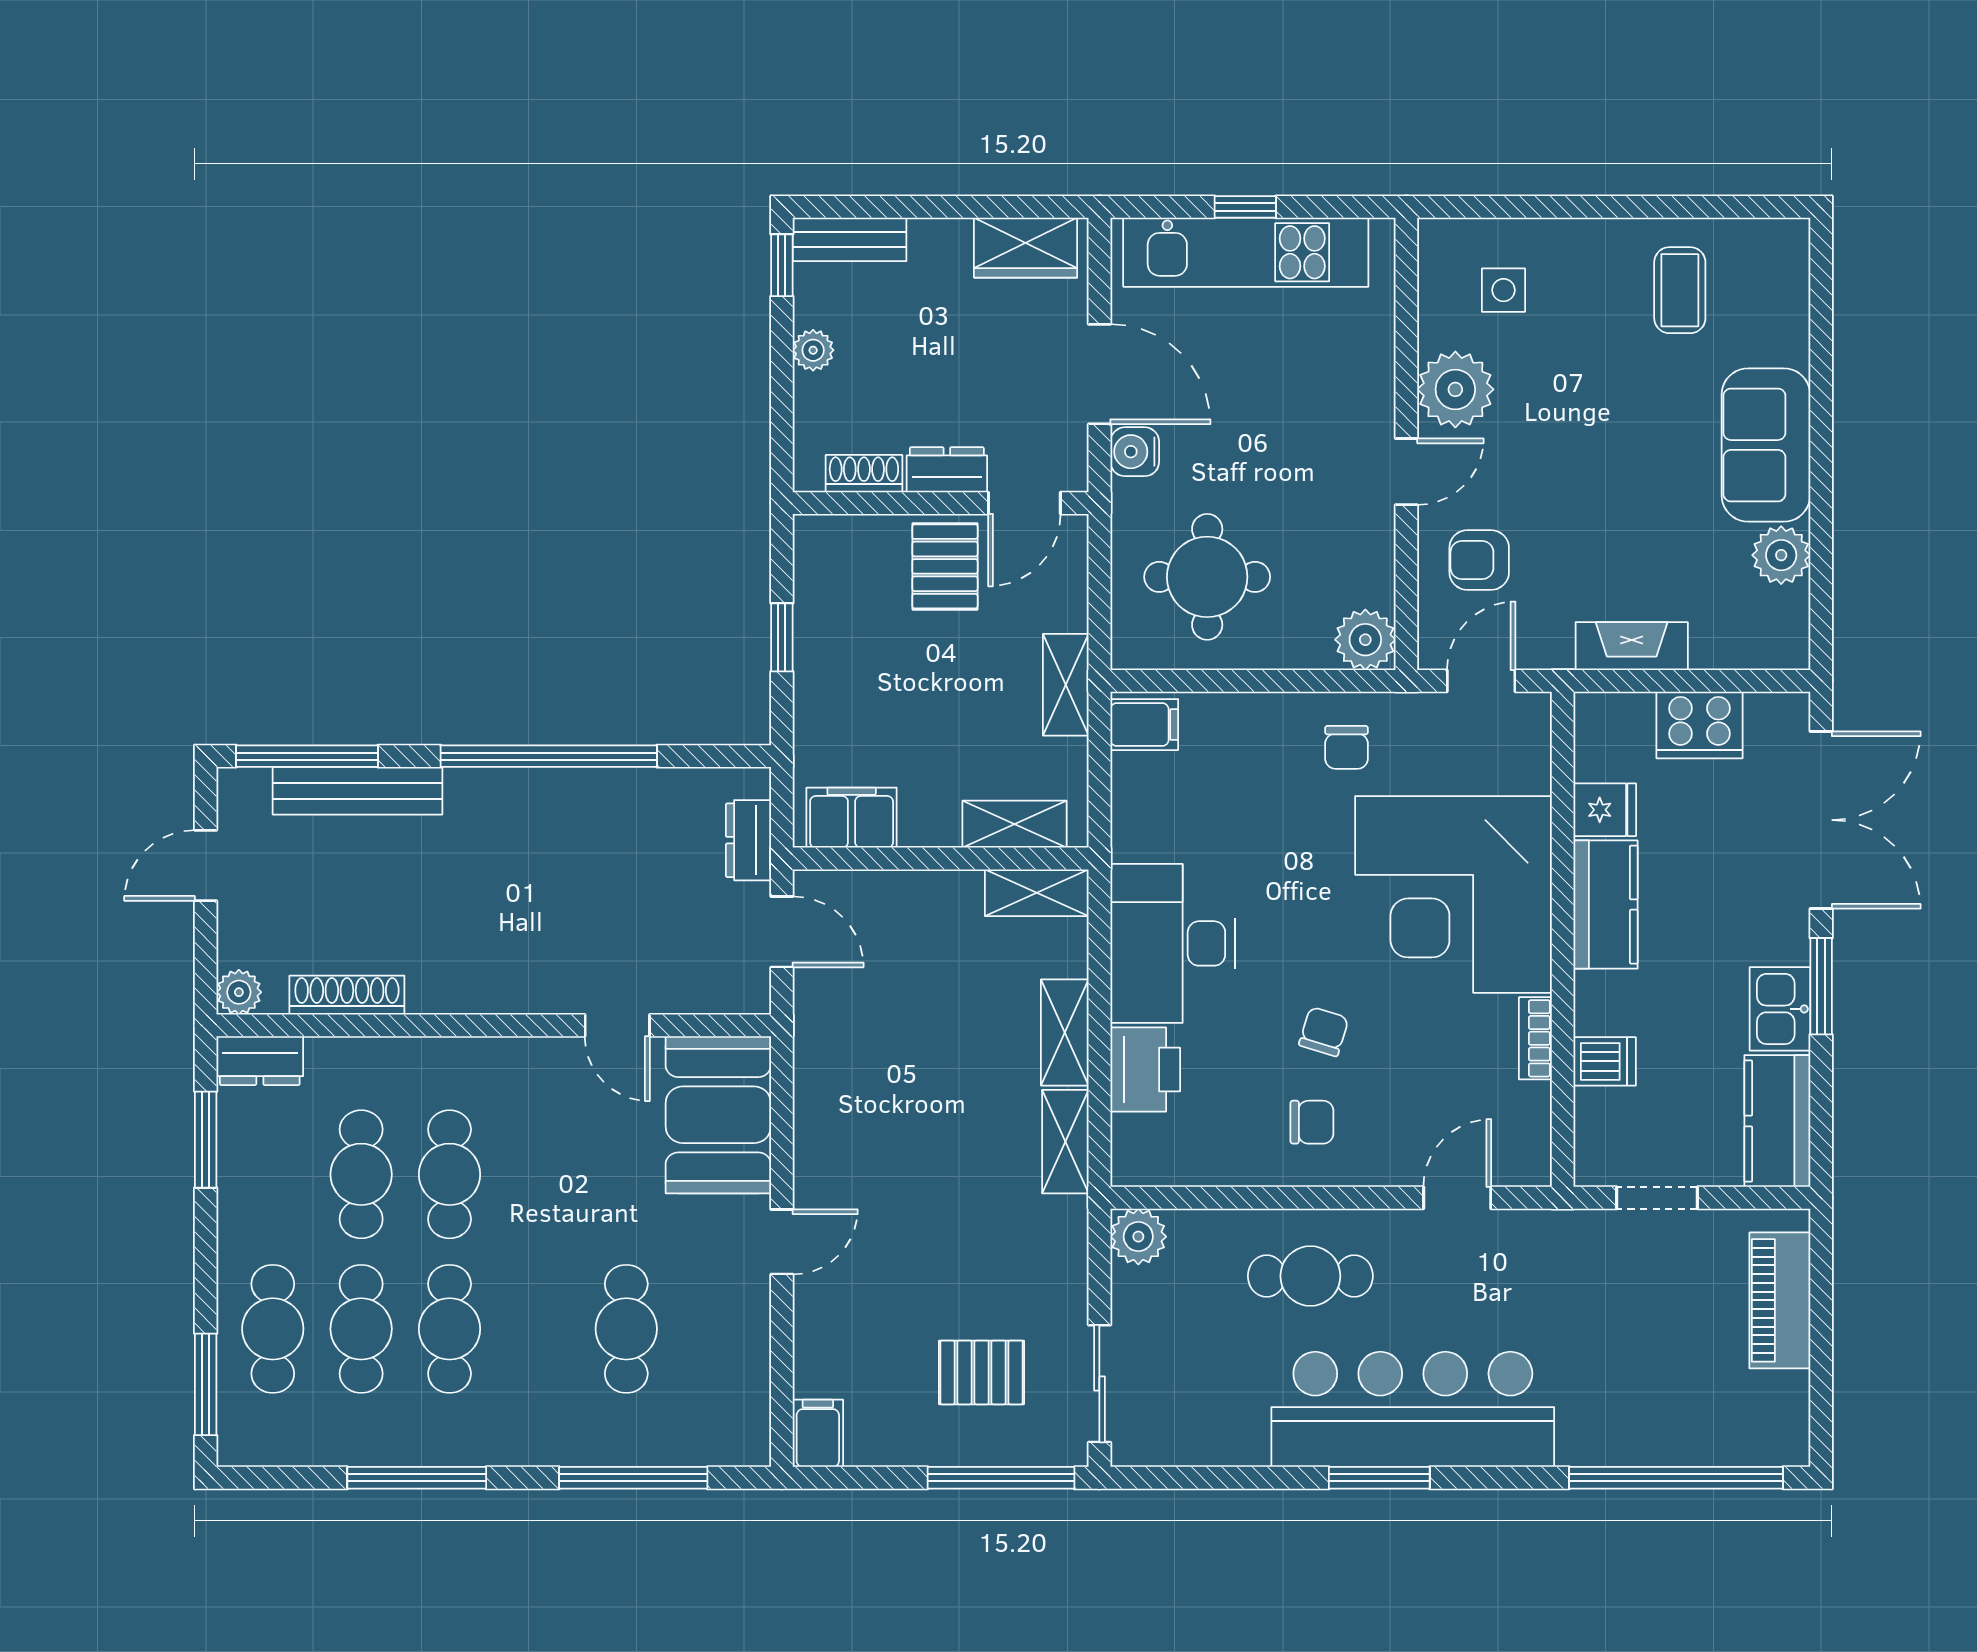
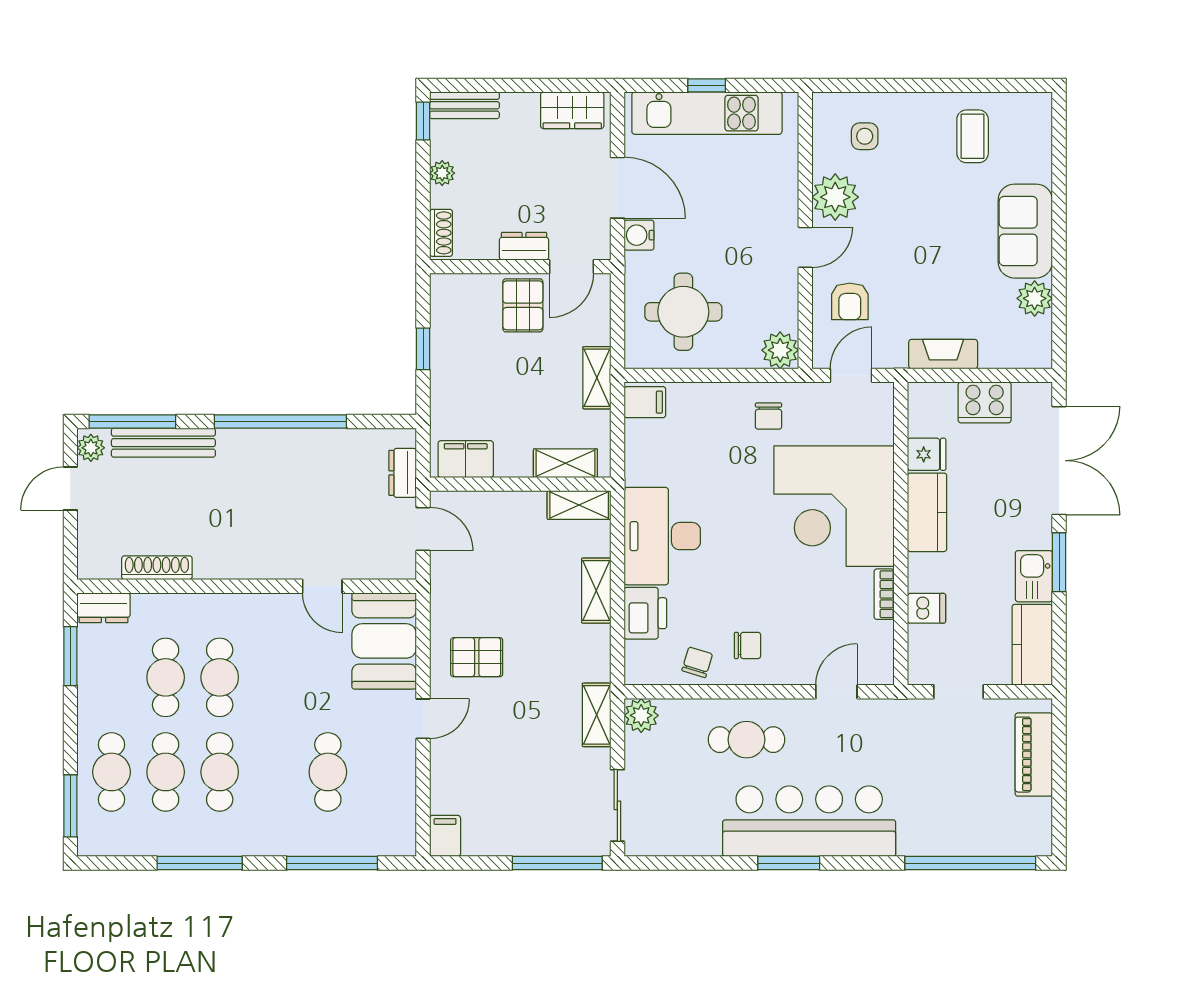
shoe rack: (864, 474) -> (441, 233), moved, turned 90
armchair: (1479, 560) -> (850, 301), turned -90
plant: (239, 992) -> (91, 448), moved
chair: (1324, 1032) -> (697, 662), moved
shelving: (1065, 1142) -> (597, 715), moved
pallet: (982, 1372) -> (477, 657), moved

